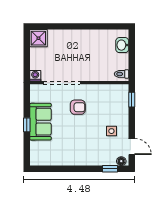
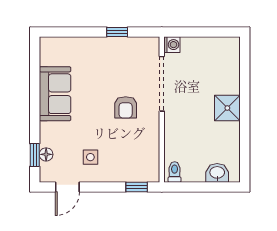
shower: (38, 38) -> (227, 108), moved
sofa: (40, 122) -> (55, 94), moved, turned -90
window: (27, 125) -> (117, 32), moved
floor lamp: (121, 161) -> (46, 154), moved

